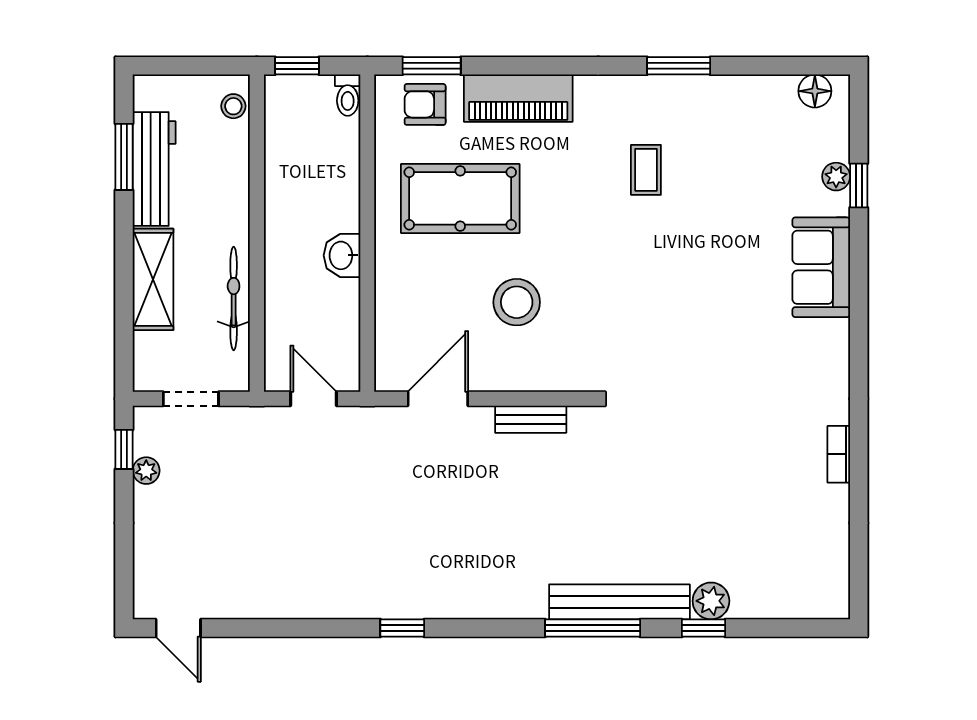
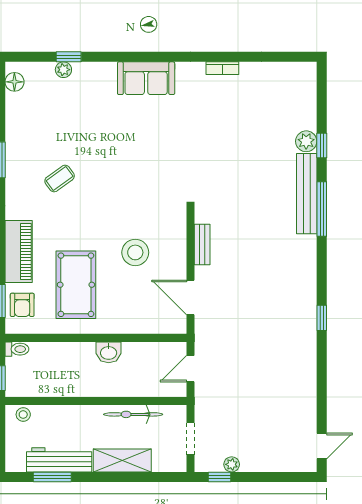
coffee table: (646, 170) -> (60, 178), turned -36
sofa: (821, 267) -> (146, 78), moved

